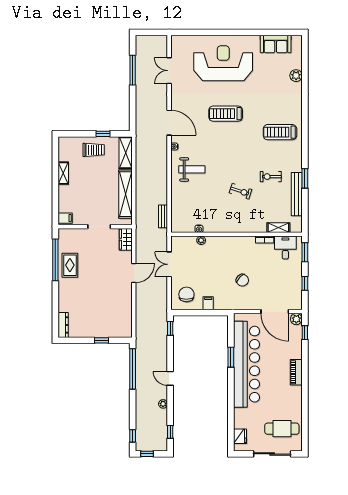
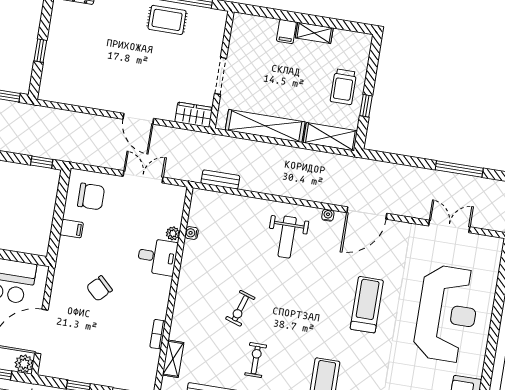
filing cabinet: (65, 218) -> (286, 32), moved
desk: (285, 248) -> (157, 257), moved

